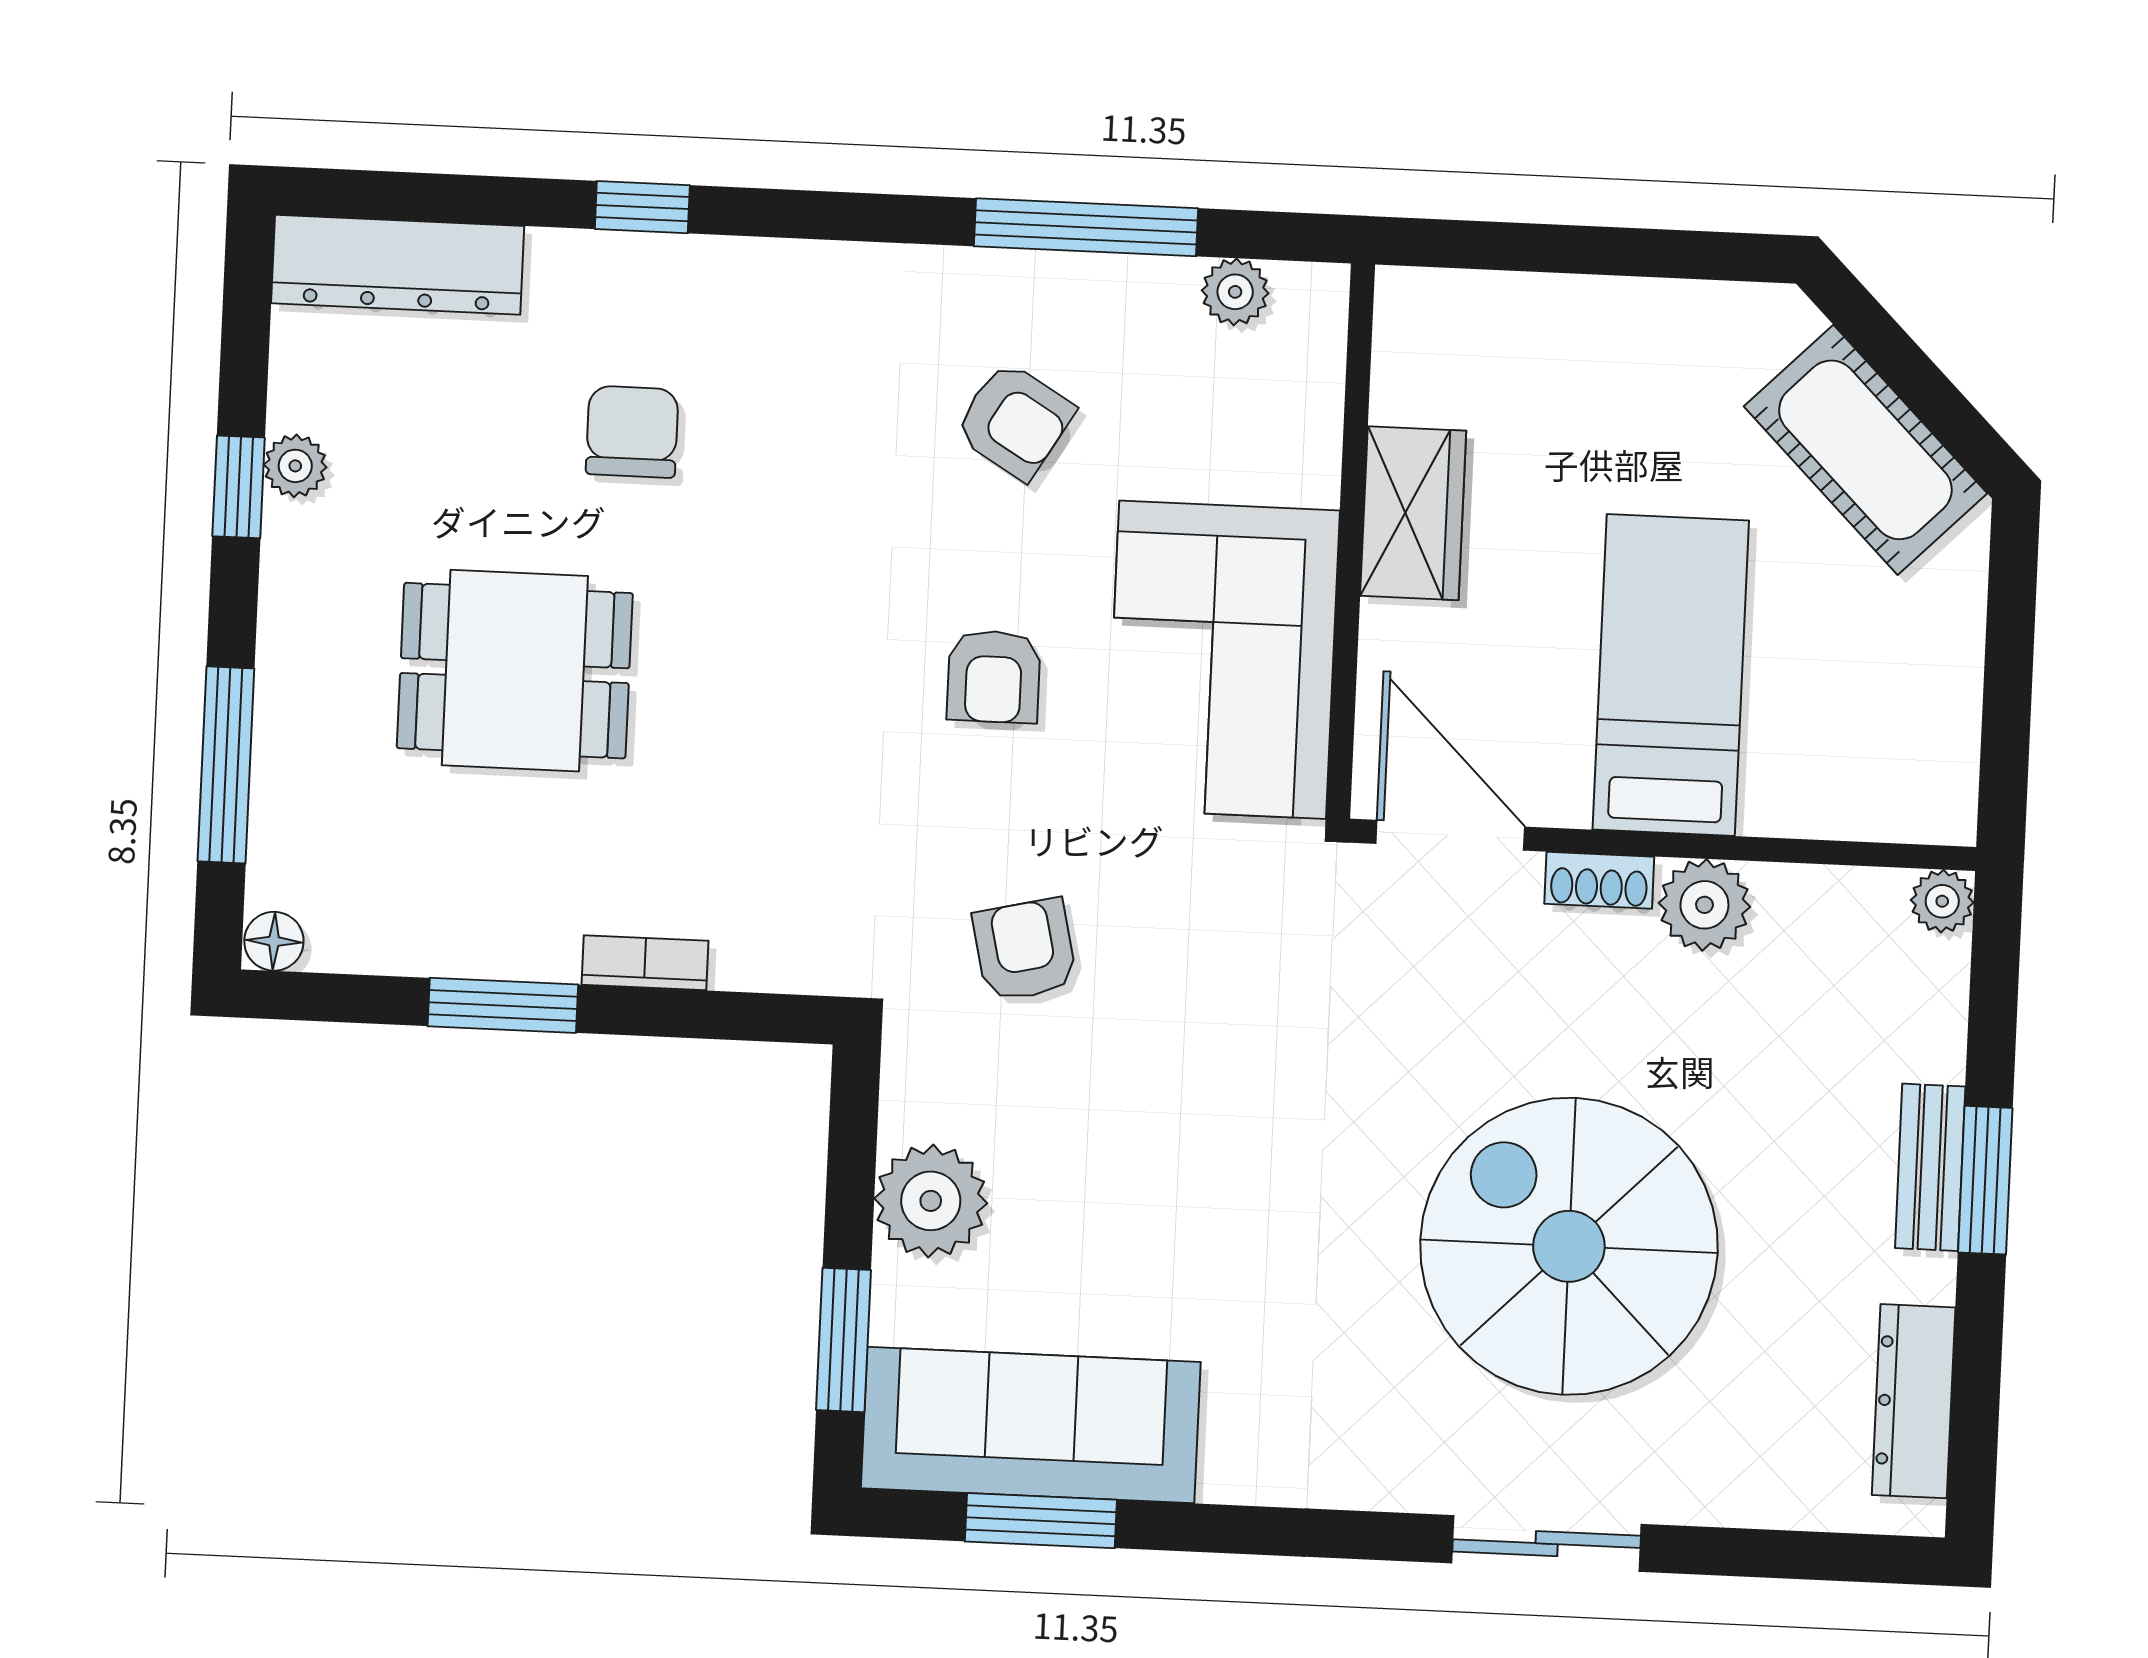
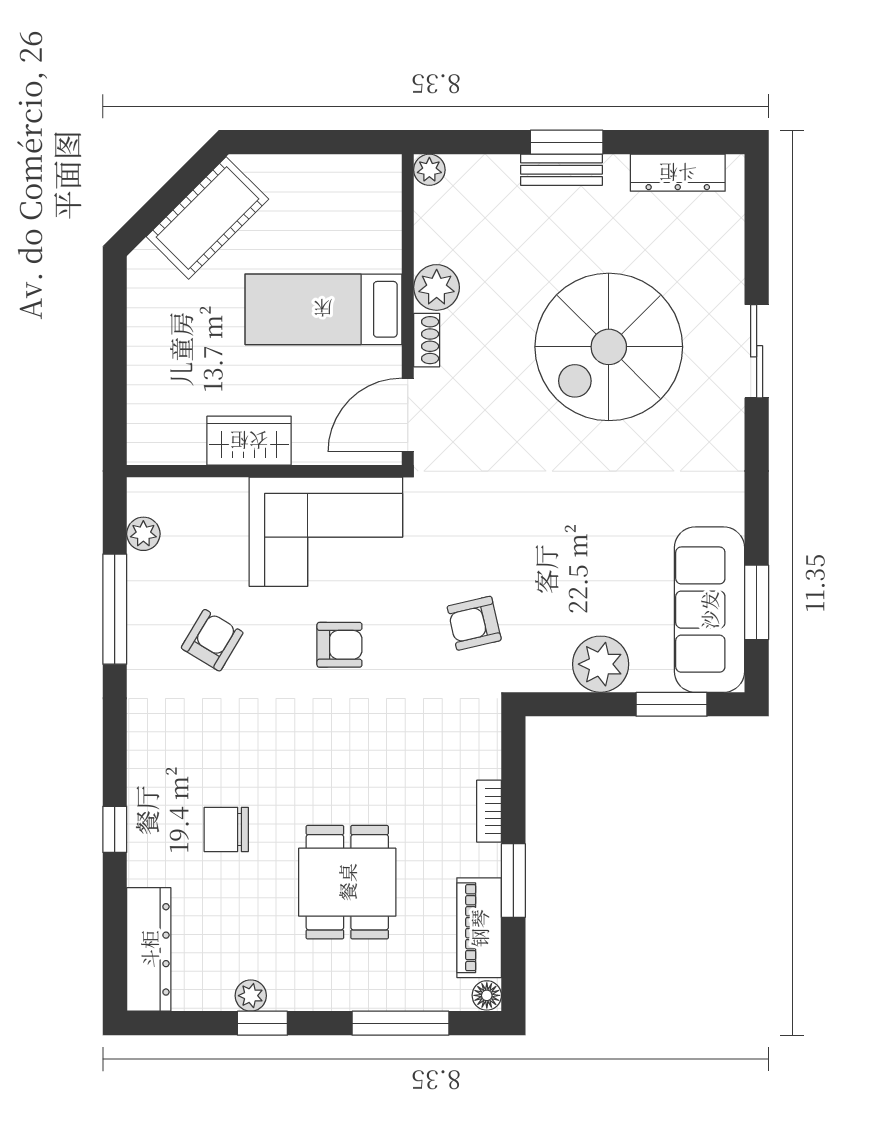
piano: (411, 932) -> (479, 928), added

